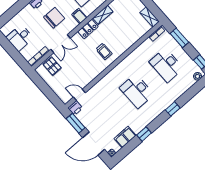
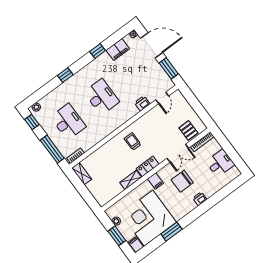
window: (179, 38) -> (52, 149), width x1.44
double door: (60, 44) -> (178, 153), swing flipped
door: (79, 95) -> (162, 98), hinge flipped
printer: (75, 108) -> (142, 103), moved

